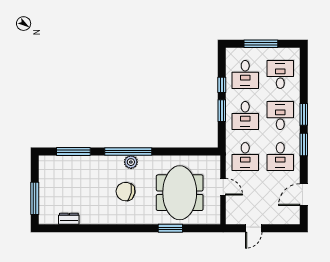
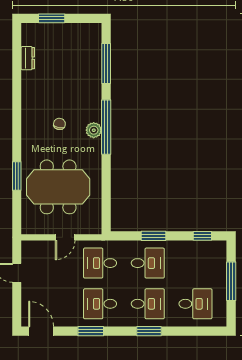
desk: (245, 74) -> (195, 263), removed
window: (222, 85) -> (202, 236), moved
desk: (245, 116) -> (148, 263), turned 180
window: (304, 145) -> (91, 331), moved
chair: (125, 192) -> (59, 124), width x0.54, depth x0.54
door: (304, 195) -> (41, 331), moved
window: (35, 198) -> (52, 18), width x0.69

